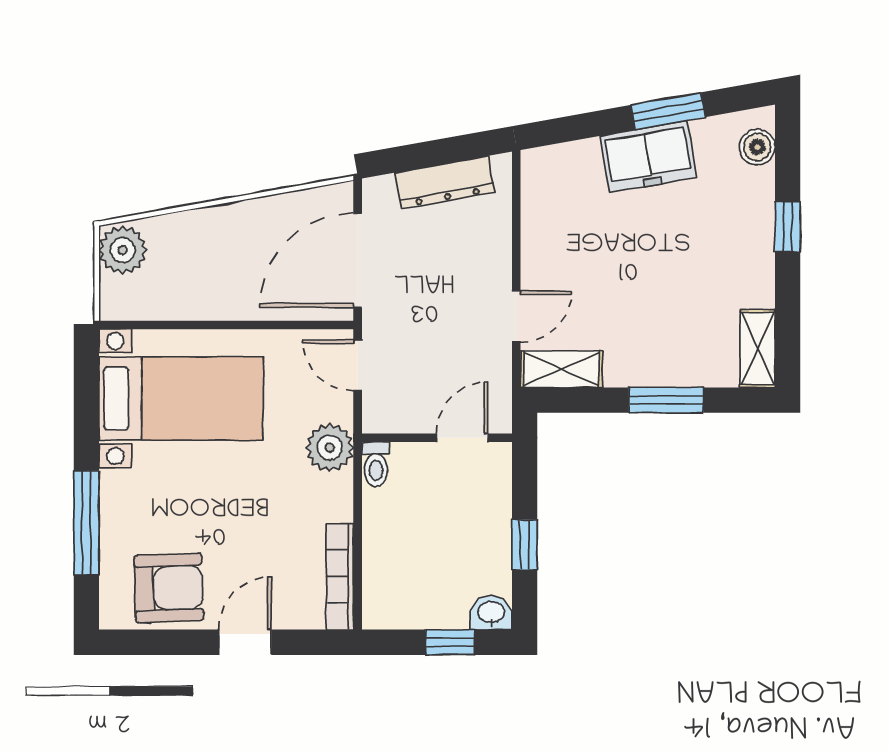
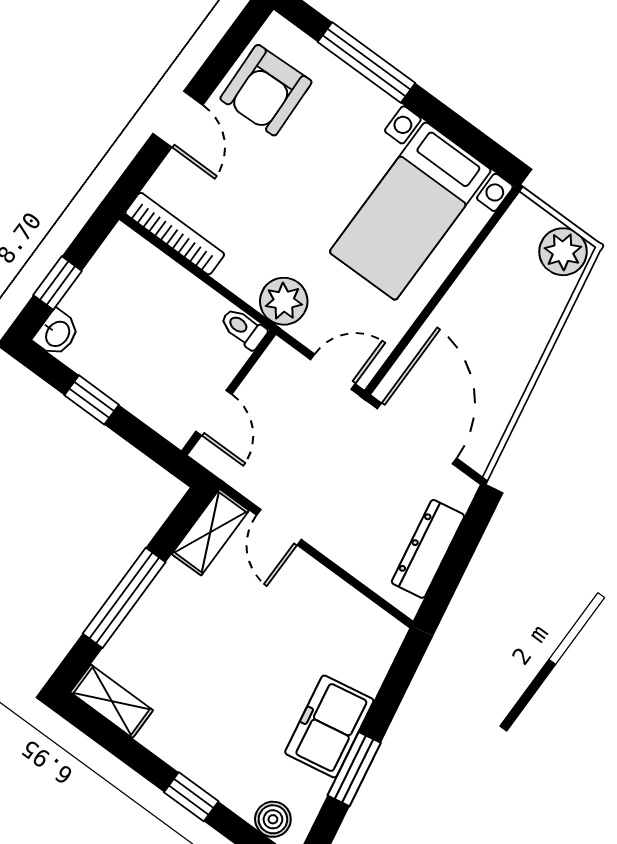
window: (666, 400) -> (124, 598), width x1.44

